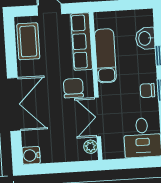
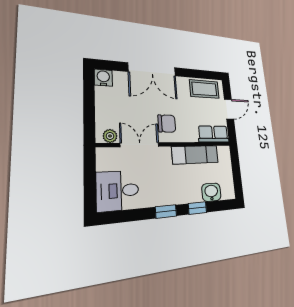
row of seats: (82, 42) -> (213, 134), width x0.68
chair: (147, 90) -> (165, 195), removed

